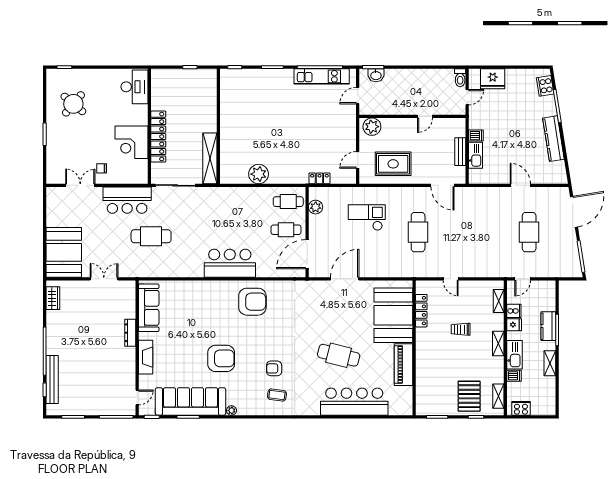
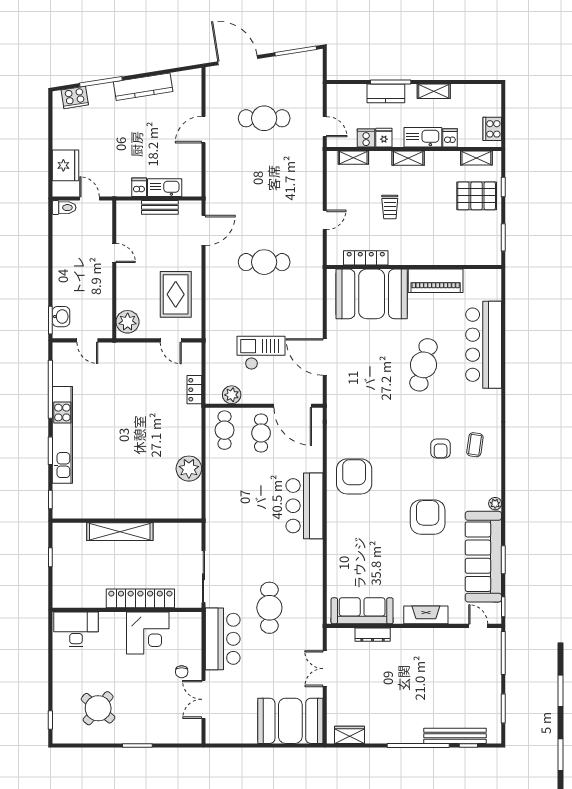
kitchen unit: (322, 76) -> (62, 435), moved, width x1.36
shelving: (210, 158) -> (120, 532), moved
checkout: (367, 218) -> (261, 353), moved, turned 90
dresser: (130, 333) -> (373, 635), moved

